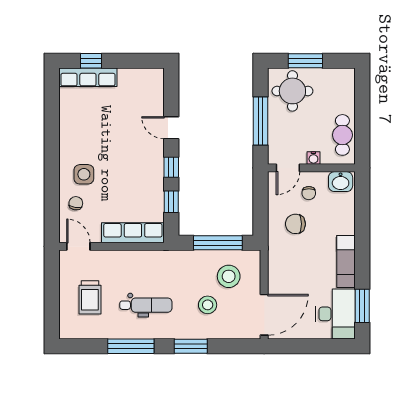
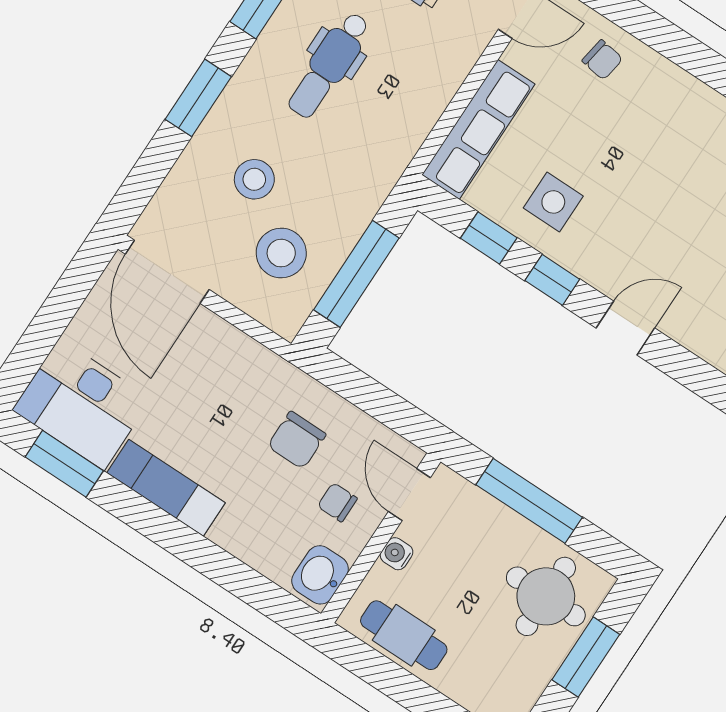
side table: (84, 174) -> (553, 202), moved
chair: (295, 224) -> (297, 440), turned 180

